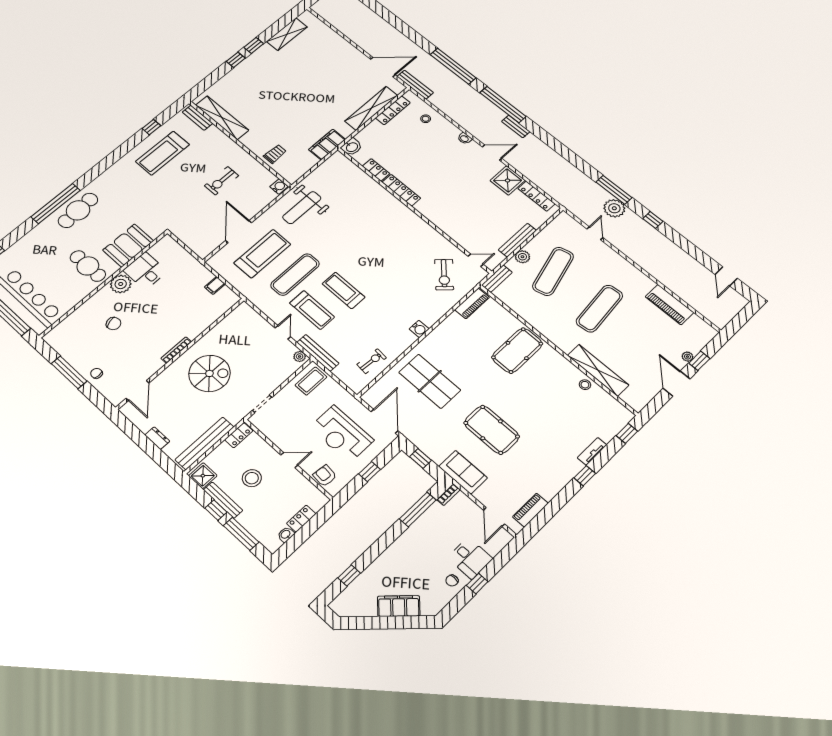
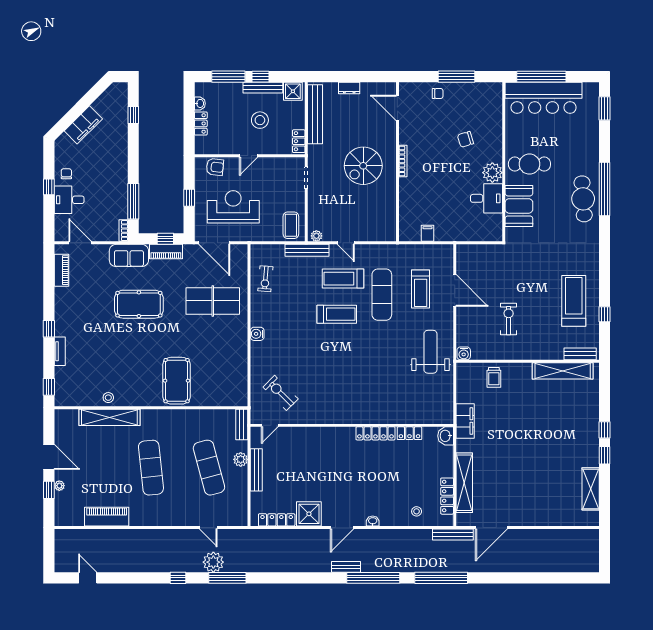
treadmill: (262, 254) -> (421, 289), width x0.73, depth x0.73
piano: (472, 303) -> (166, 252), moved, turned -90

